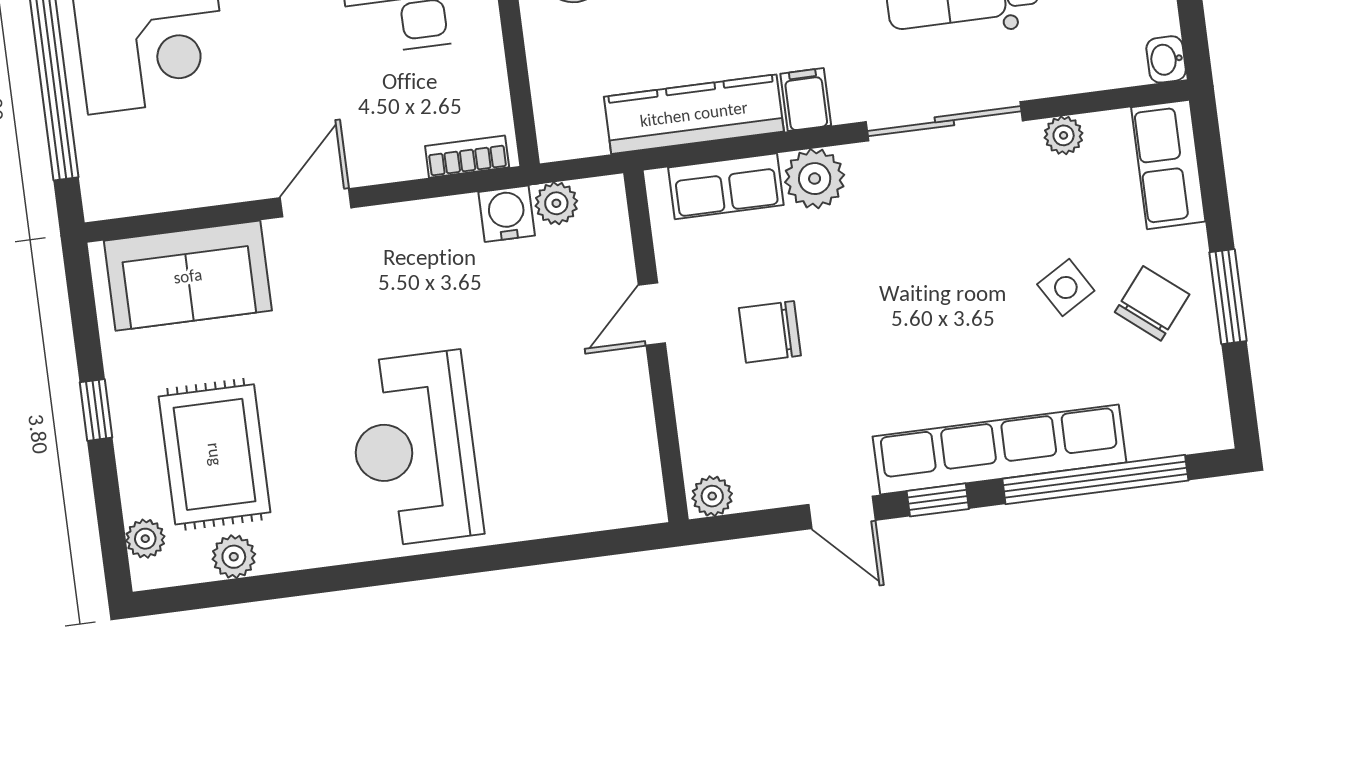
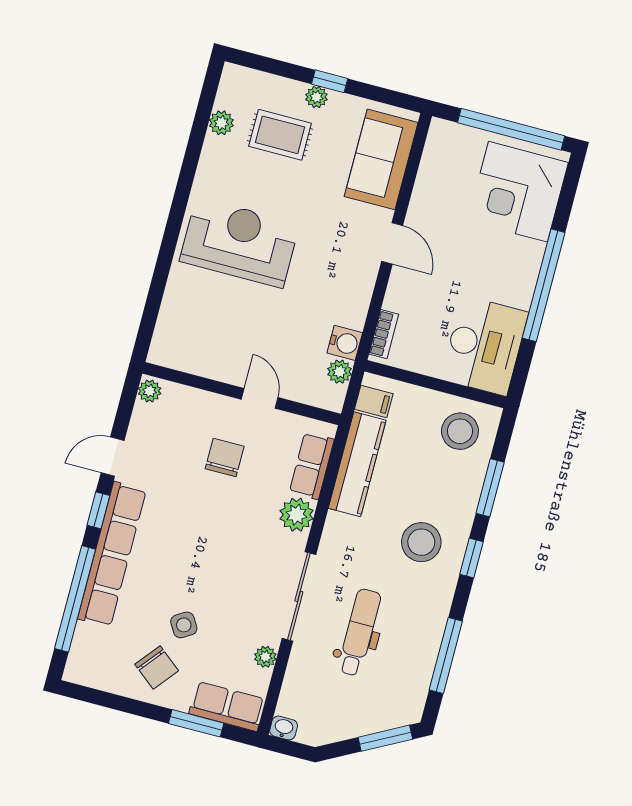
filing cabinet: (806, 100) -> (374, 401), moved
window: (1228, 297) -> (196, 723), moved
rug: (215, 454) -> (280, 135), width x0.73, depth x0.70
plant: (145, 539) -> (316, 97), moved

